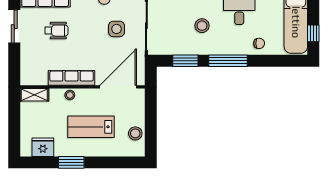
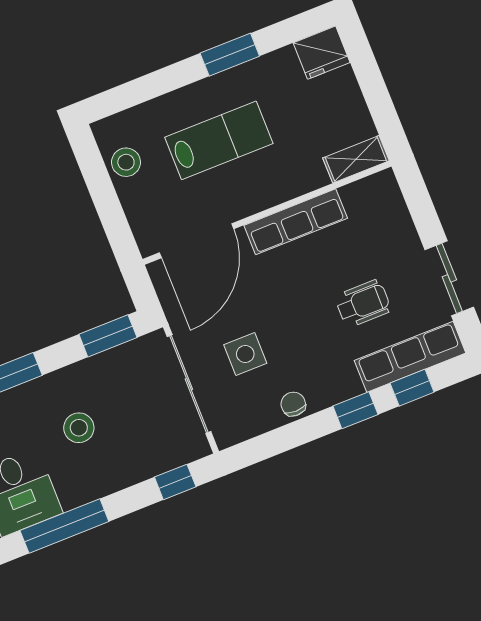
wheelchair: (56, 31) -> (363, 303), turned 180
window: (185, 61) -> (108, 336), moved
stool: (70, 95) -> (286, 187), removed
fridge: (43, 147) -> (322, 53), moved

